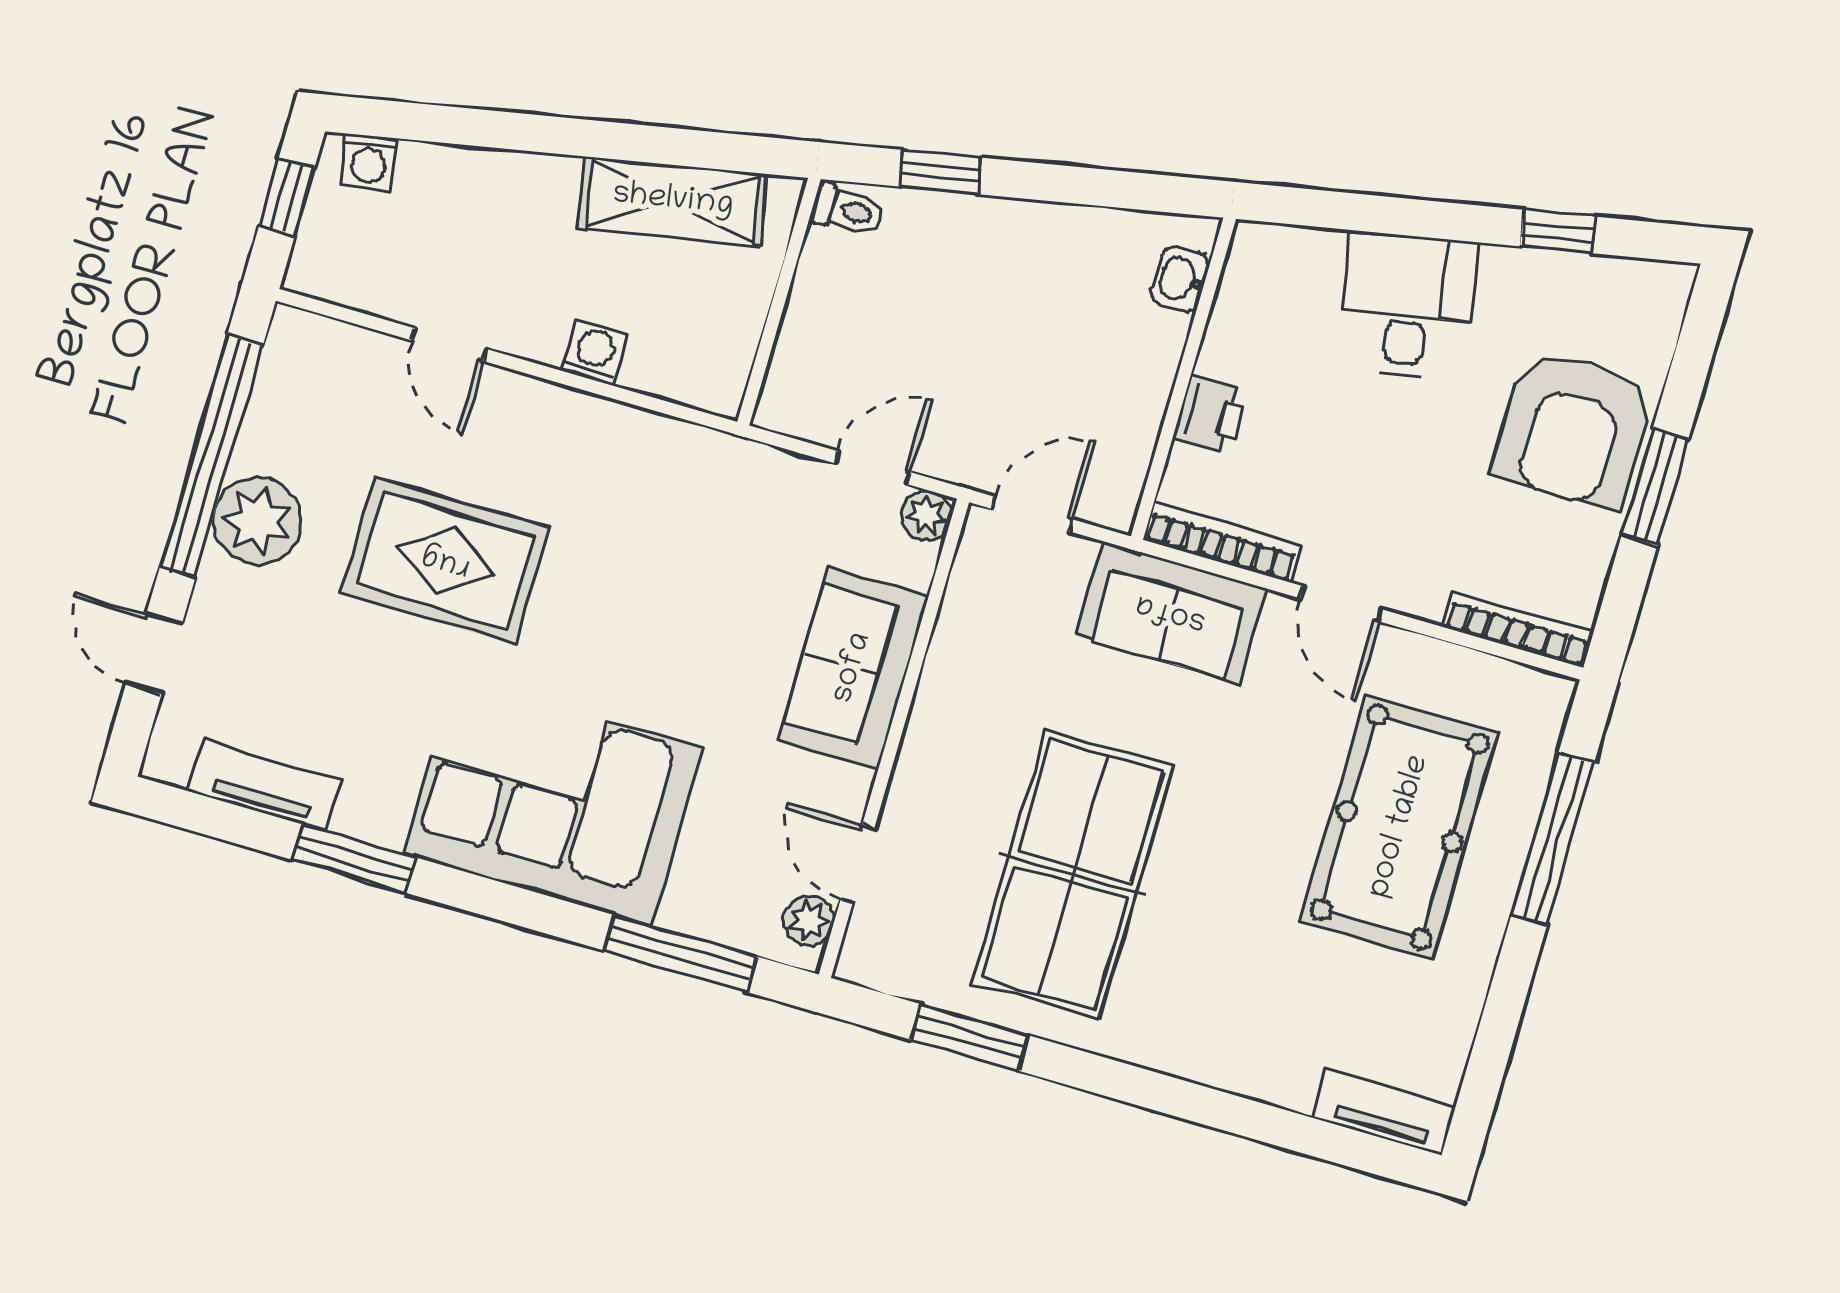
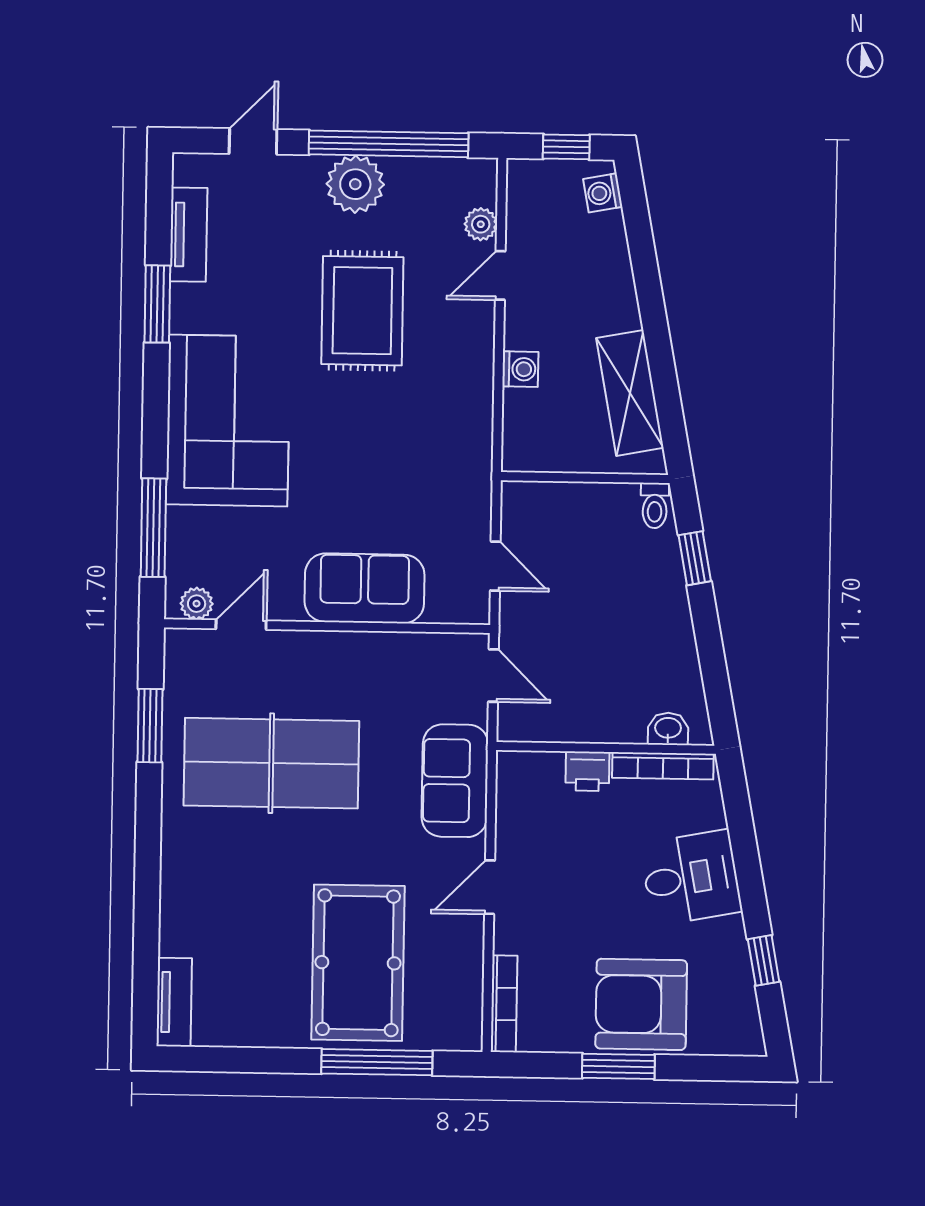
plant: (926, 516) -> (481, 224), moved
bookcase: (1222, 542) -> (663, 766), moved, turned 90
pool table: (1400, 827) -> (358, 963), turned 90

